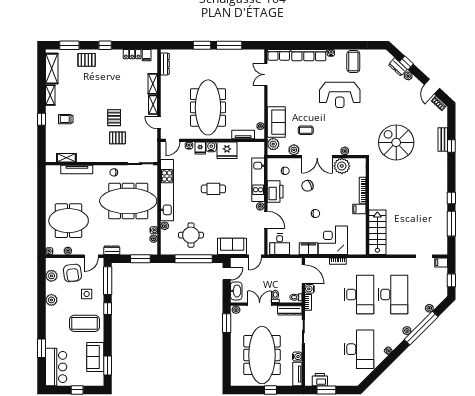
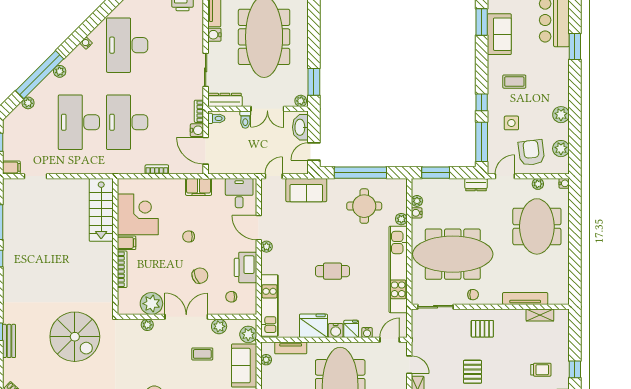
pallet: (117, 138) -> (482, 329), moved
kitchen unit: (258, 180) -> (270, 305), moved
meeting table: (69, 221) -> (537, 226), turned 90
corner desk: (333, 240) -> (138, 214), moved, turned -90
coffee table: (85, 323) -> (514, 82), width x0.54, depth x0.58

